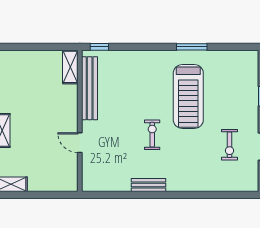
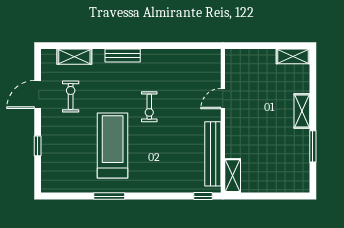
door: (80, 143) -> (223, 99), swing flipped
shelving: (226, 184) -> (74, 57), added
bench: (148, 185) -> (123, 56), moved

